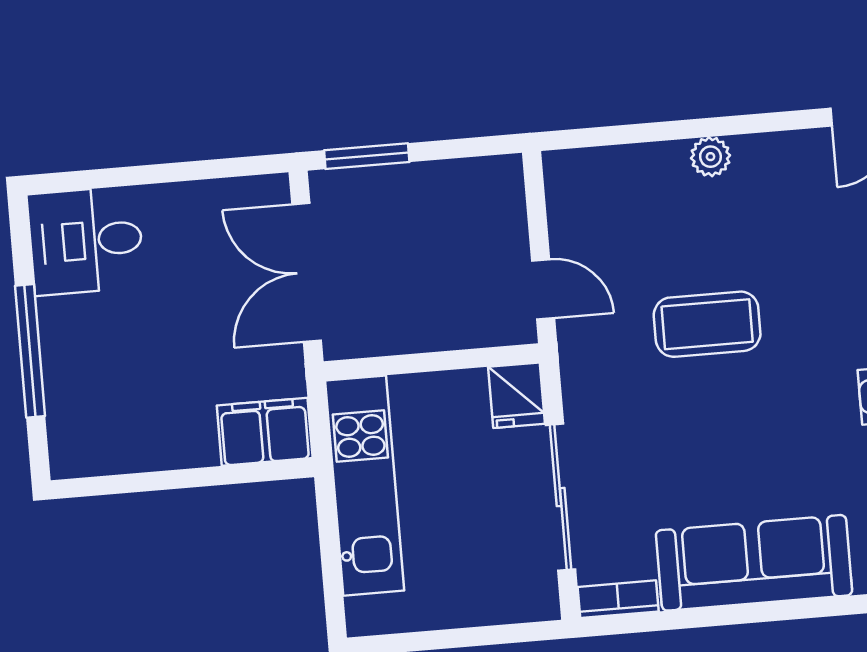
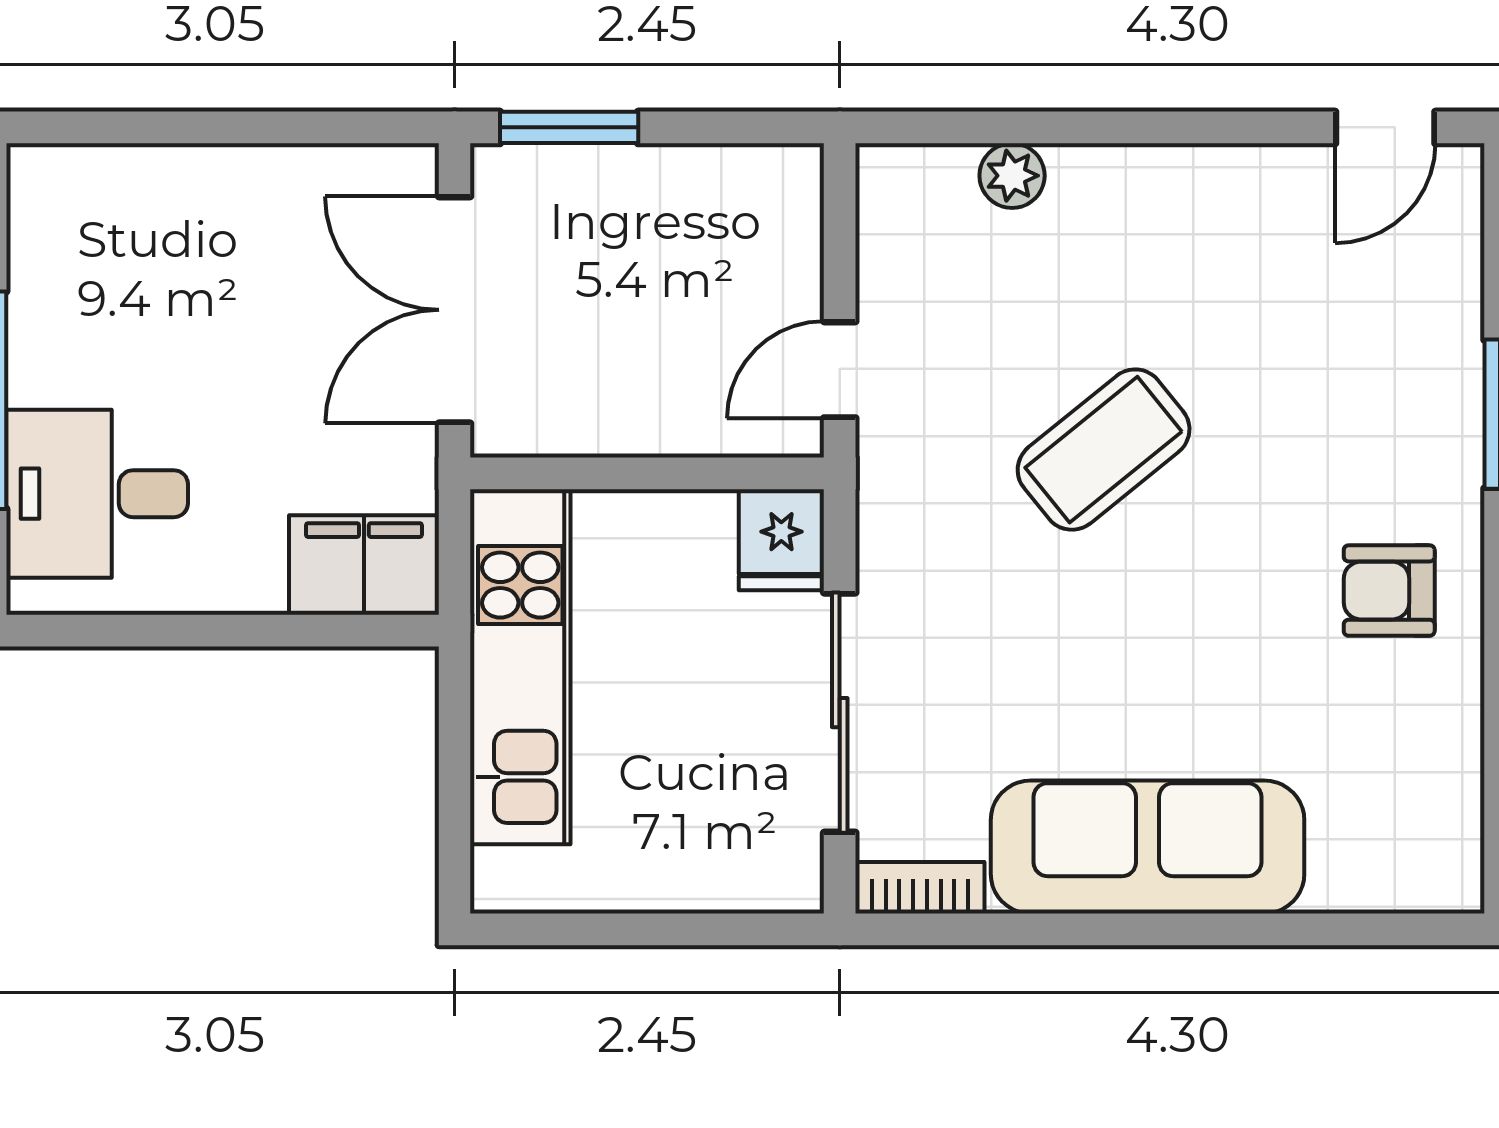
plant: (710, 157) -> (1012, 176), moved
desk: (86, 241) -> (97, 494), moved
door: (543, 289) -> (840, 370), swing flipped
coffee table: (707, 324) -> (1104, 450), turned -39

